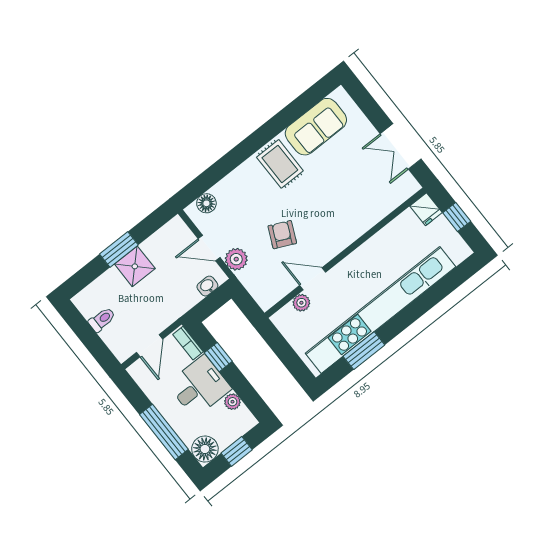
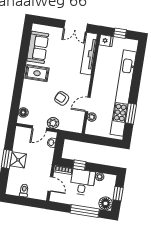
tv unit: (383, 205) -> (89, 54), added

